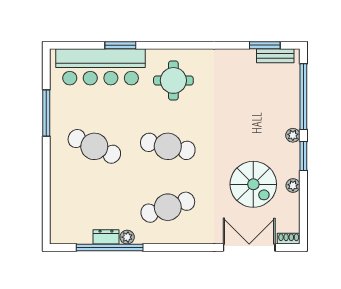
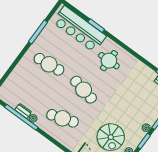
cafe table: (94, 146) -> (49, 64), turned -30

